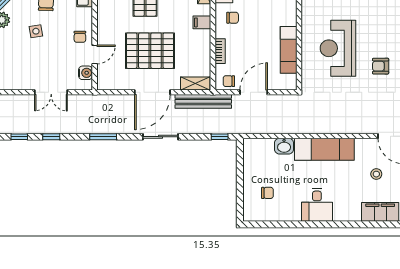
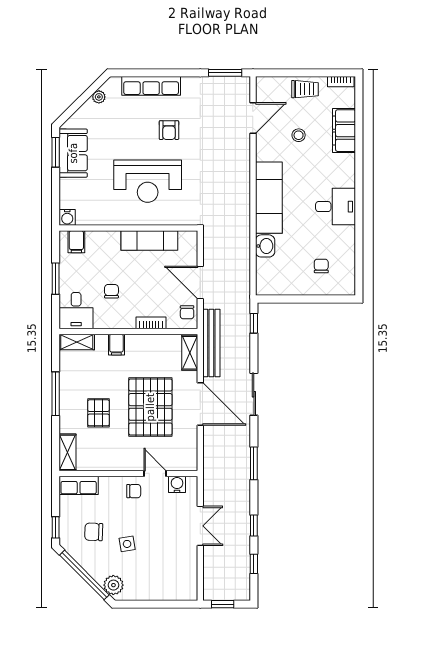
chair: (233, 18) -> (111, 291), moved

